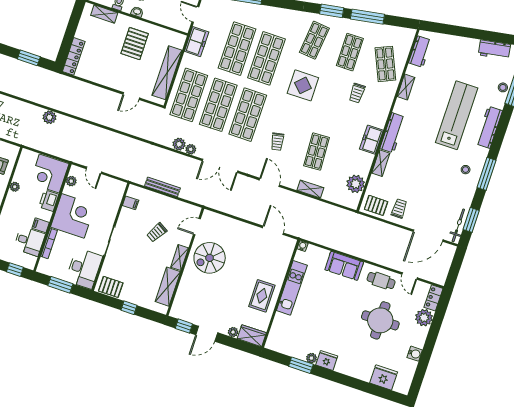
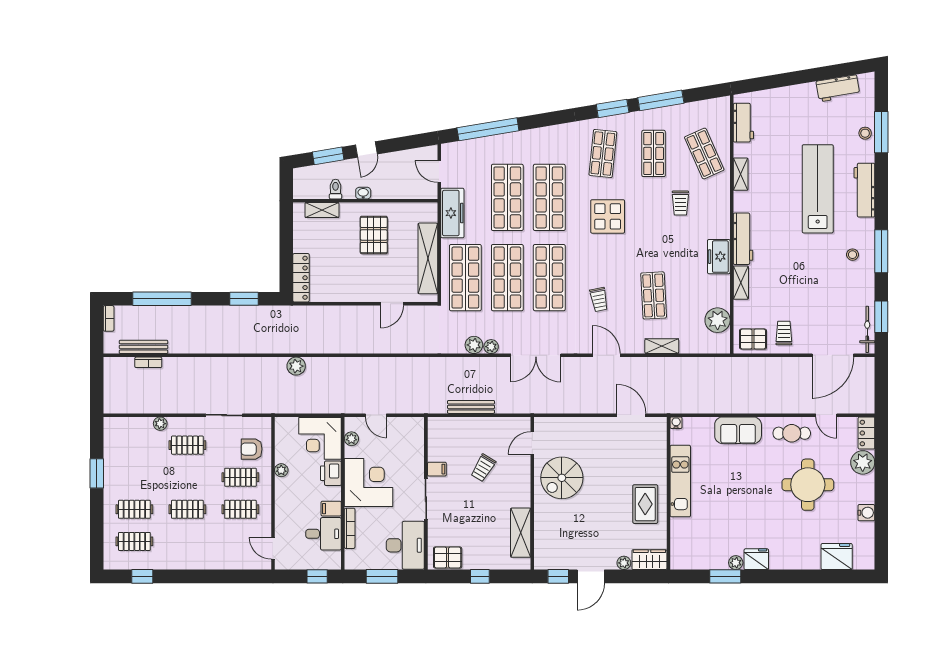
freezer: (197, 42) -> (452, 213), width x1.40
filing cabinet: (131, 203) -> (437, 469), moved
shelving: (180, 258) -> (523, 490), removed

